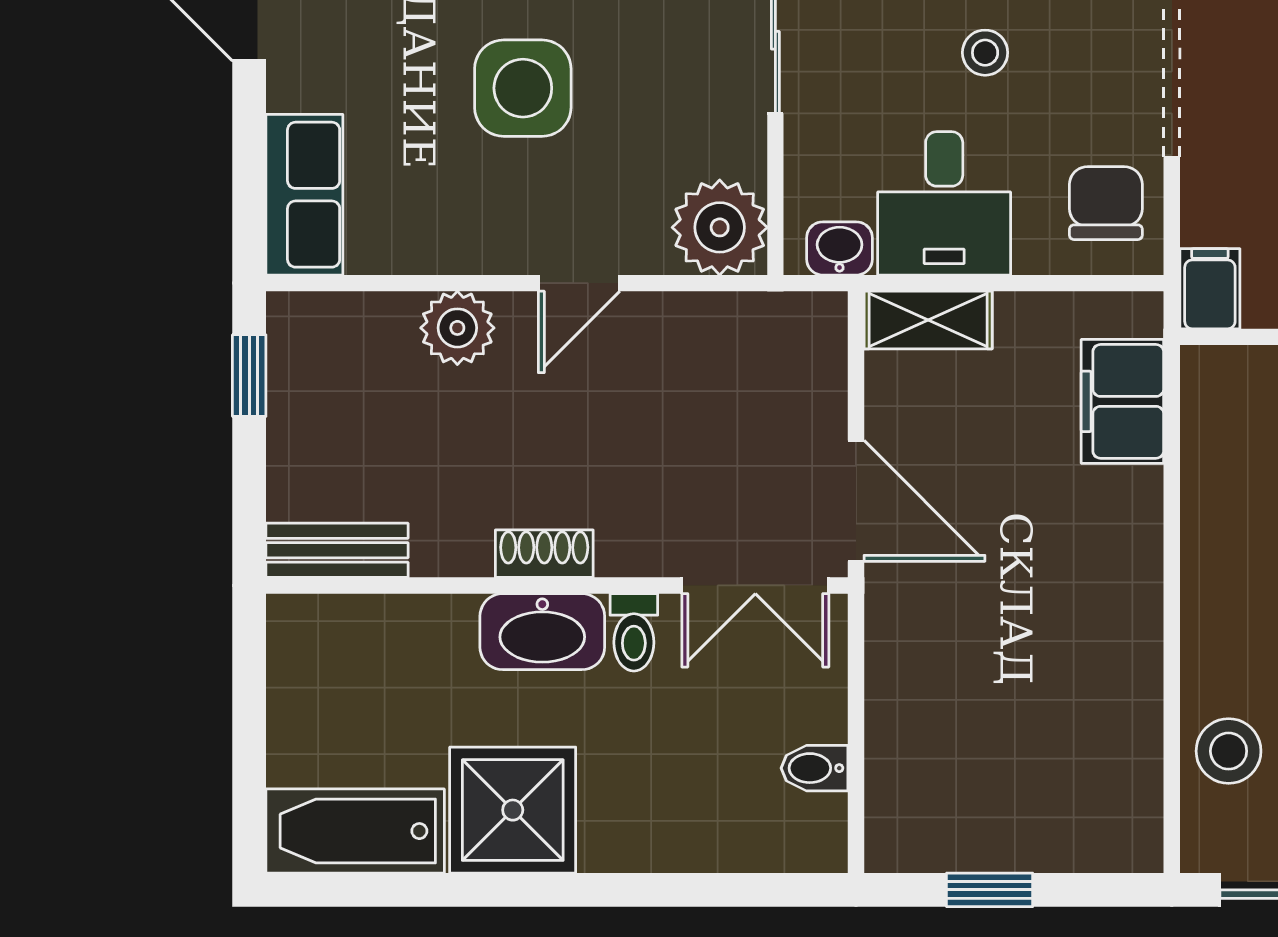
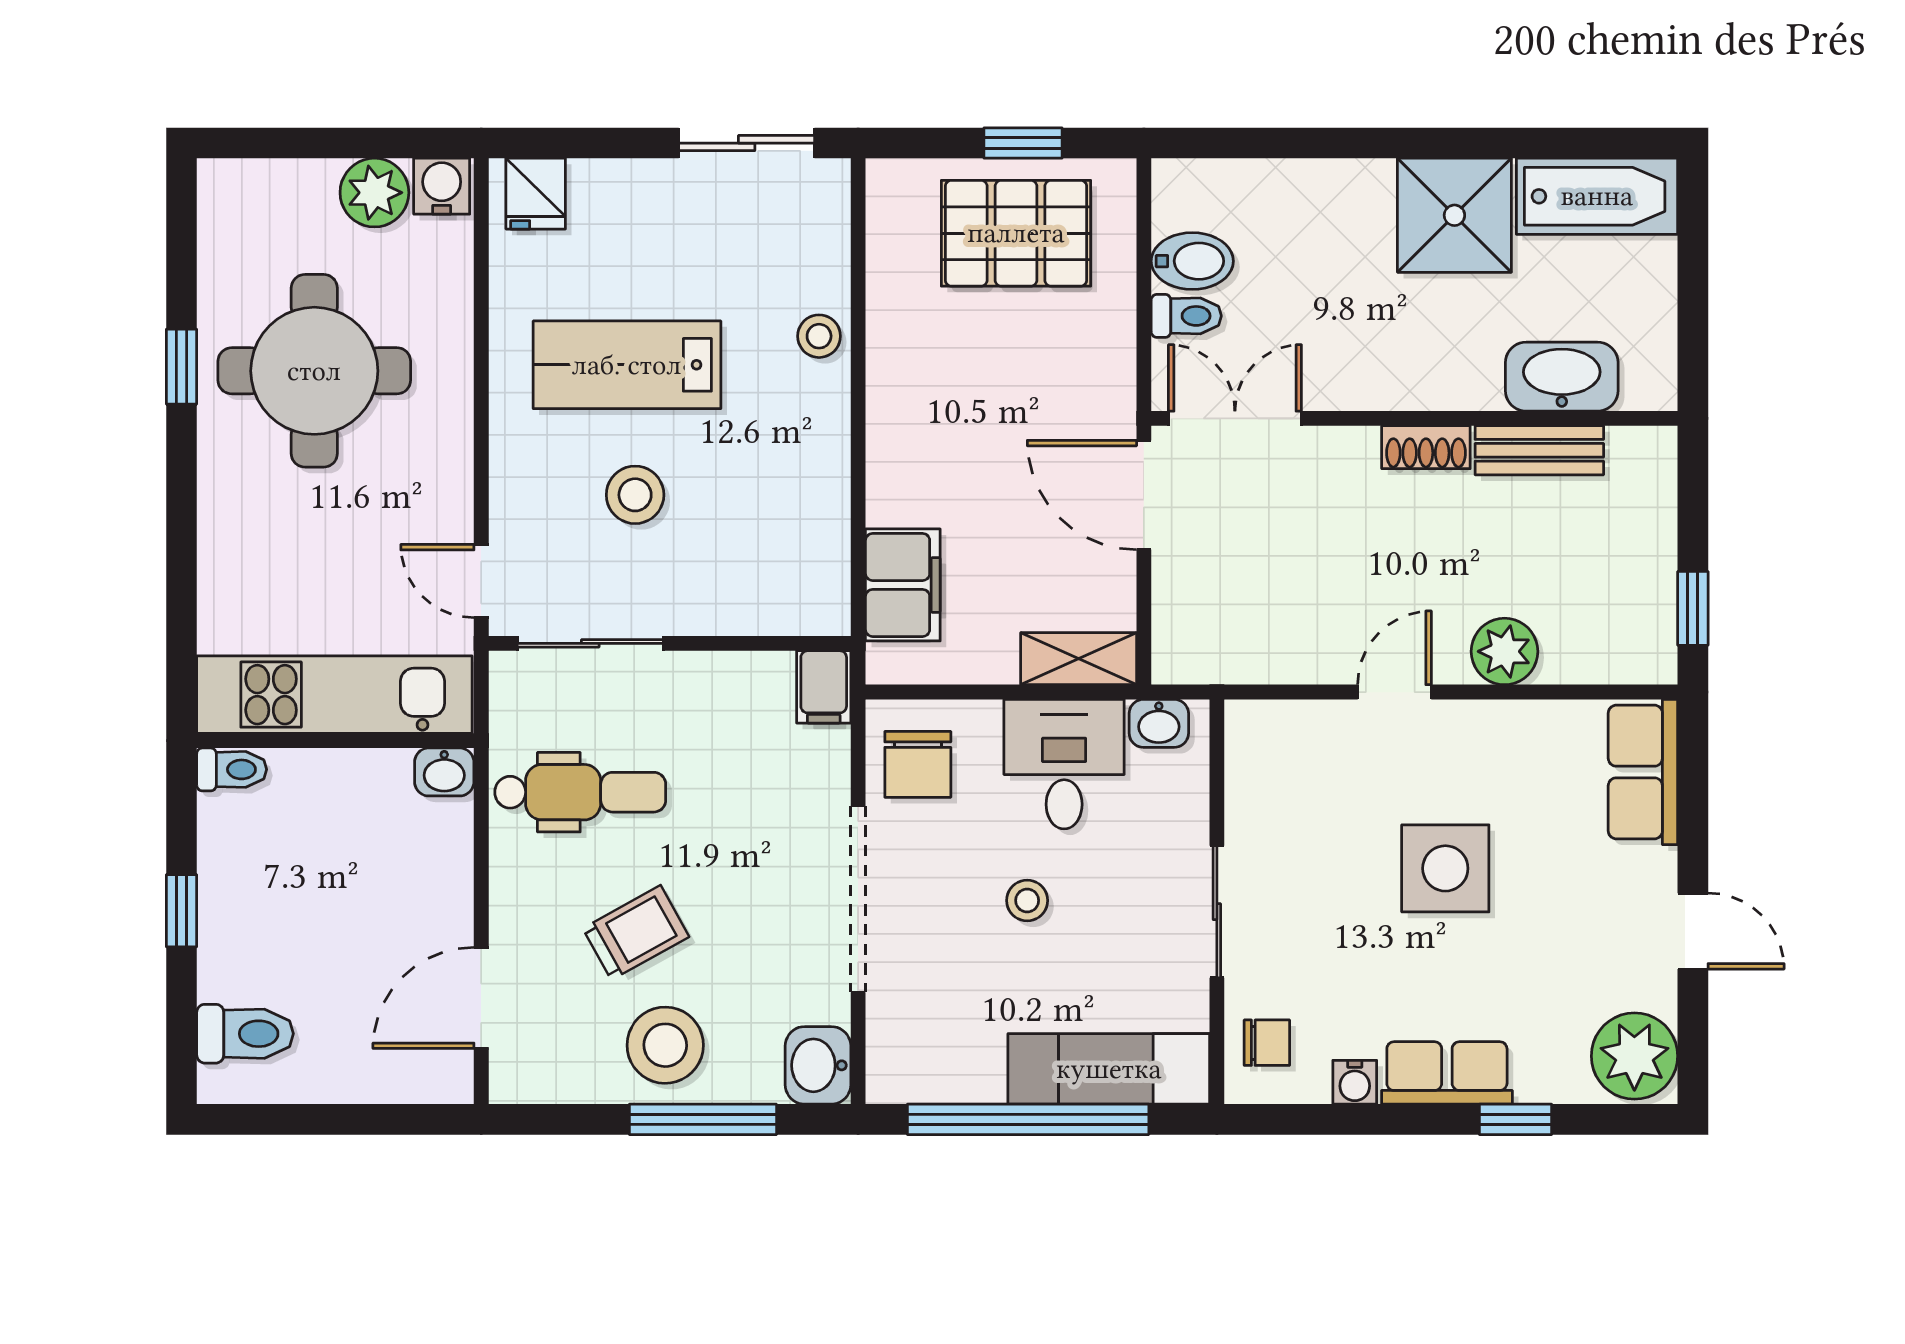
plant: (720, 227) -> (1267, 742), removed
bench: (337, 550) -> (1539, 450), moved
washbasin: (542, 632) -> (1562, 377), moved
toilet: (634, 632) -> (1186, 316), moved, turned 90
stool: (1229, 751) -> (819, 336), moved, width x0.73, depth x0.73
bidet: (814, 768) -> (1192, 261), width x1.38, depth x1.36
pallet: (997, 790) -> (1016, 233), added

